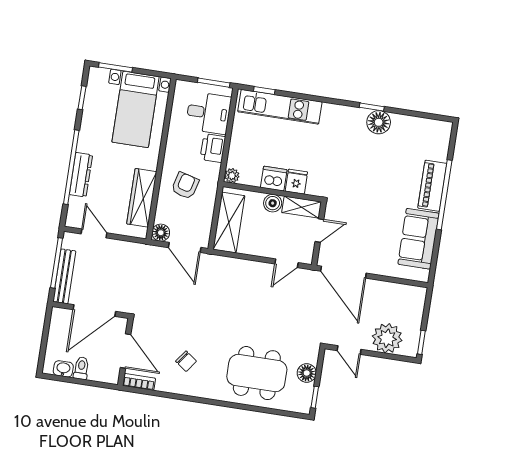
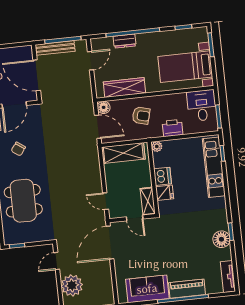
desk: (208, 113) -> (202, 106), moved, turned 180
tv unit: (431, 127) -> (228, 277), added
dresser: (81, 175) -> (125, 41), width x0.70
boiler: (273, 203) -> (145, 180), removed
door: (185, 247) -> (98, 127), swing flipped
floor lamp: (307, 373) -> (33, 236), removed

